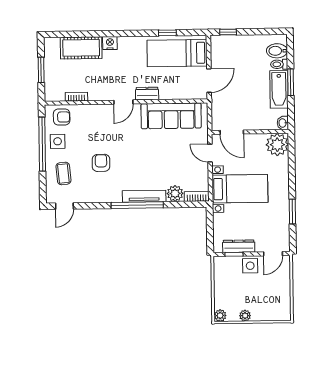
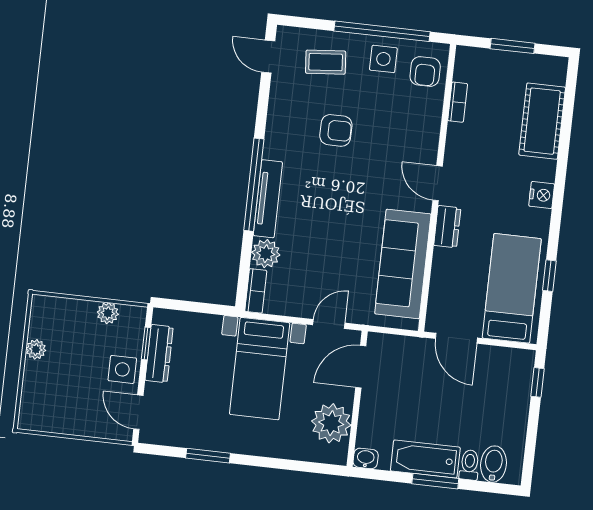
nightstand: (110, 43) -> (542, 195), moved
plant: (277, 145) -> (331, 423), moved
plant: (220, 316) -> (108, 313), moved

